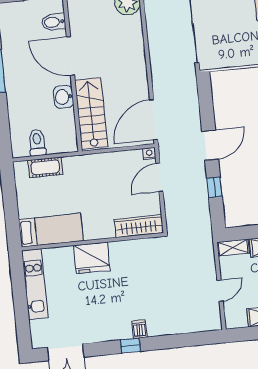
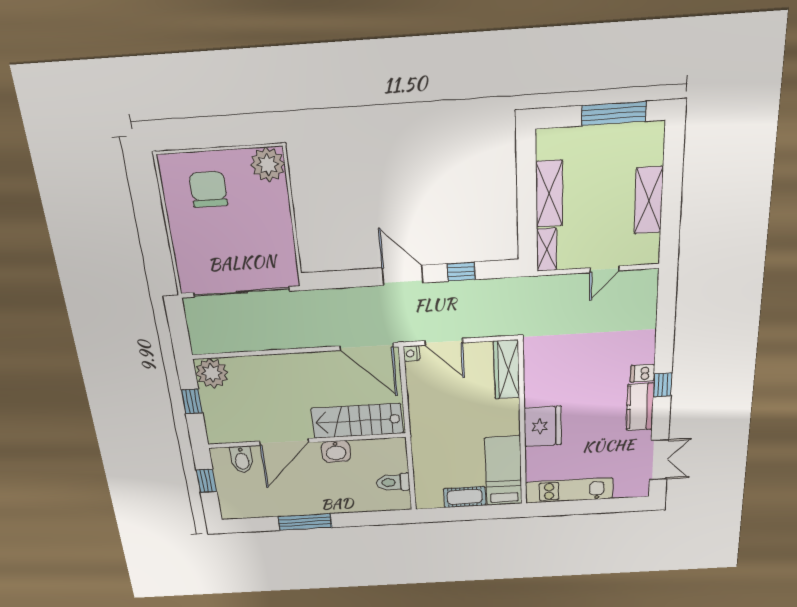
cot: (45, 167) -> (465, 497), moved, turned 90
door: (220, 291) -> (605, 269), swing flipped
kitchen counter: (111, 331) -> (640, 407), added

